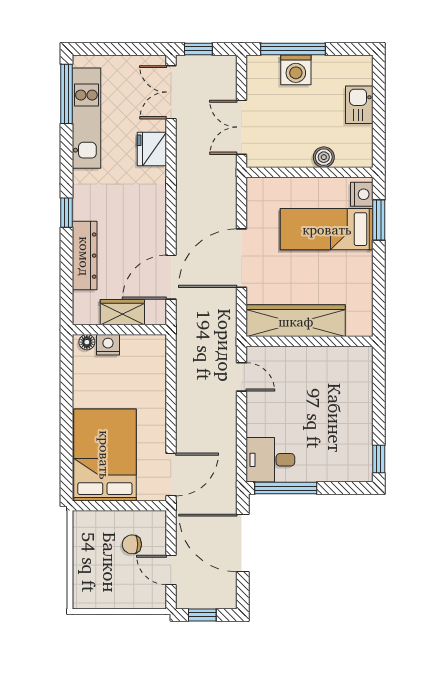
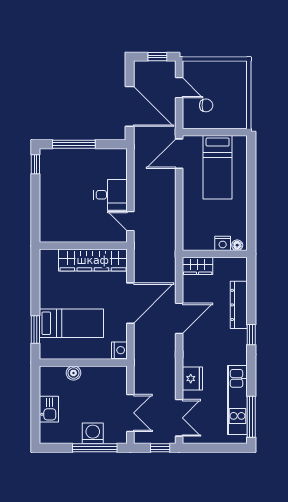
double door: (241, 127) -> (130, 413), moved
nightstand: (362, 194) -> (119, 350), moved, turned 180
door: (171, 277) -> (179, 318), moved
wardrobe: (122, 312) -> (198, 266), moved
bed: (105, 455) -> (218, 167), width x0.67
desk: (270, 460) -> (110, 195), moved
window: (286, 488) -> (74, 144), moved

